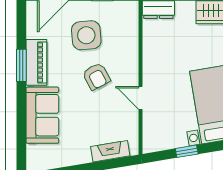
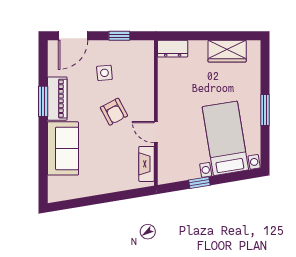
side table: (86, 35) -> (104, 73), width x0.54, depth x0.54
fireplace: (110, 151) -> (147, 164), moved, turned -81

